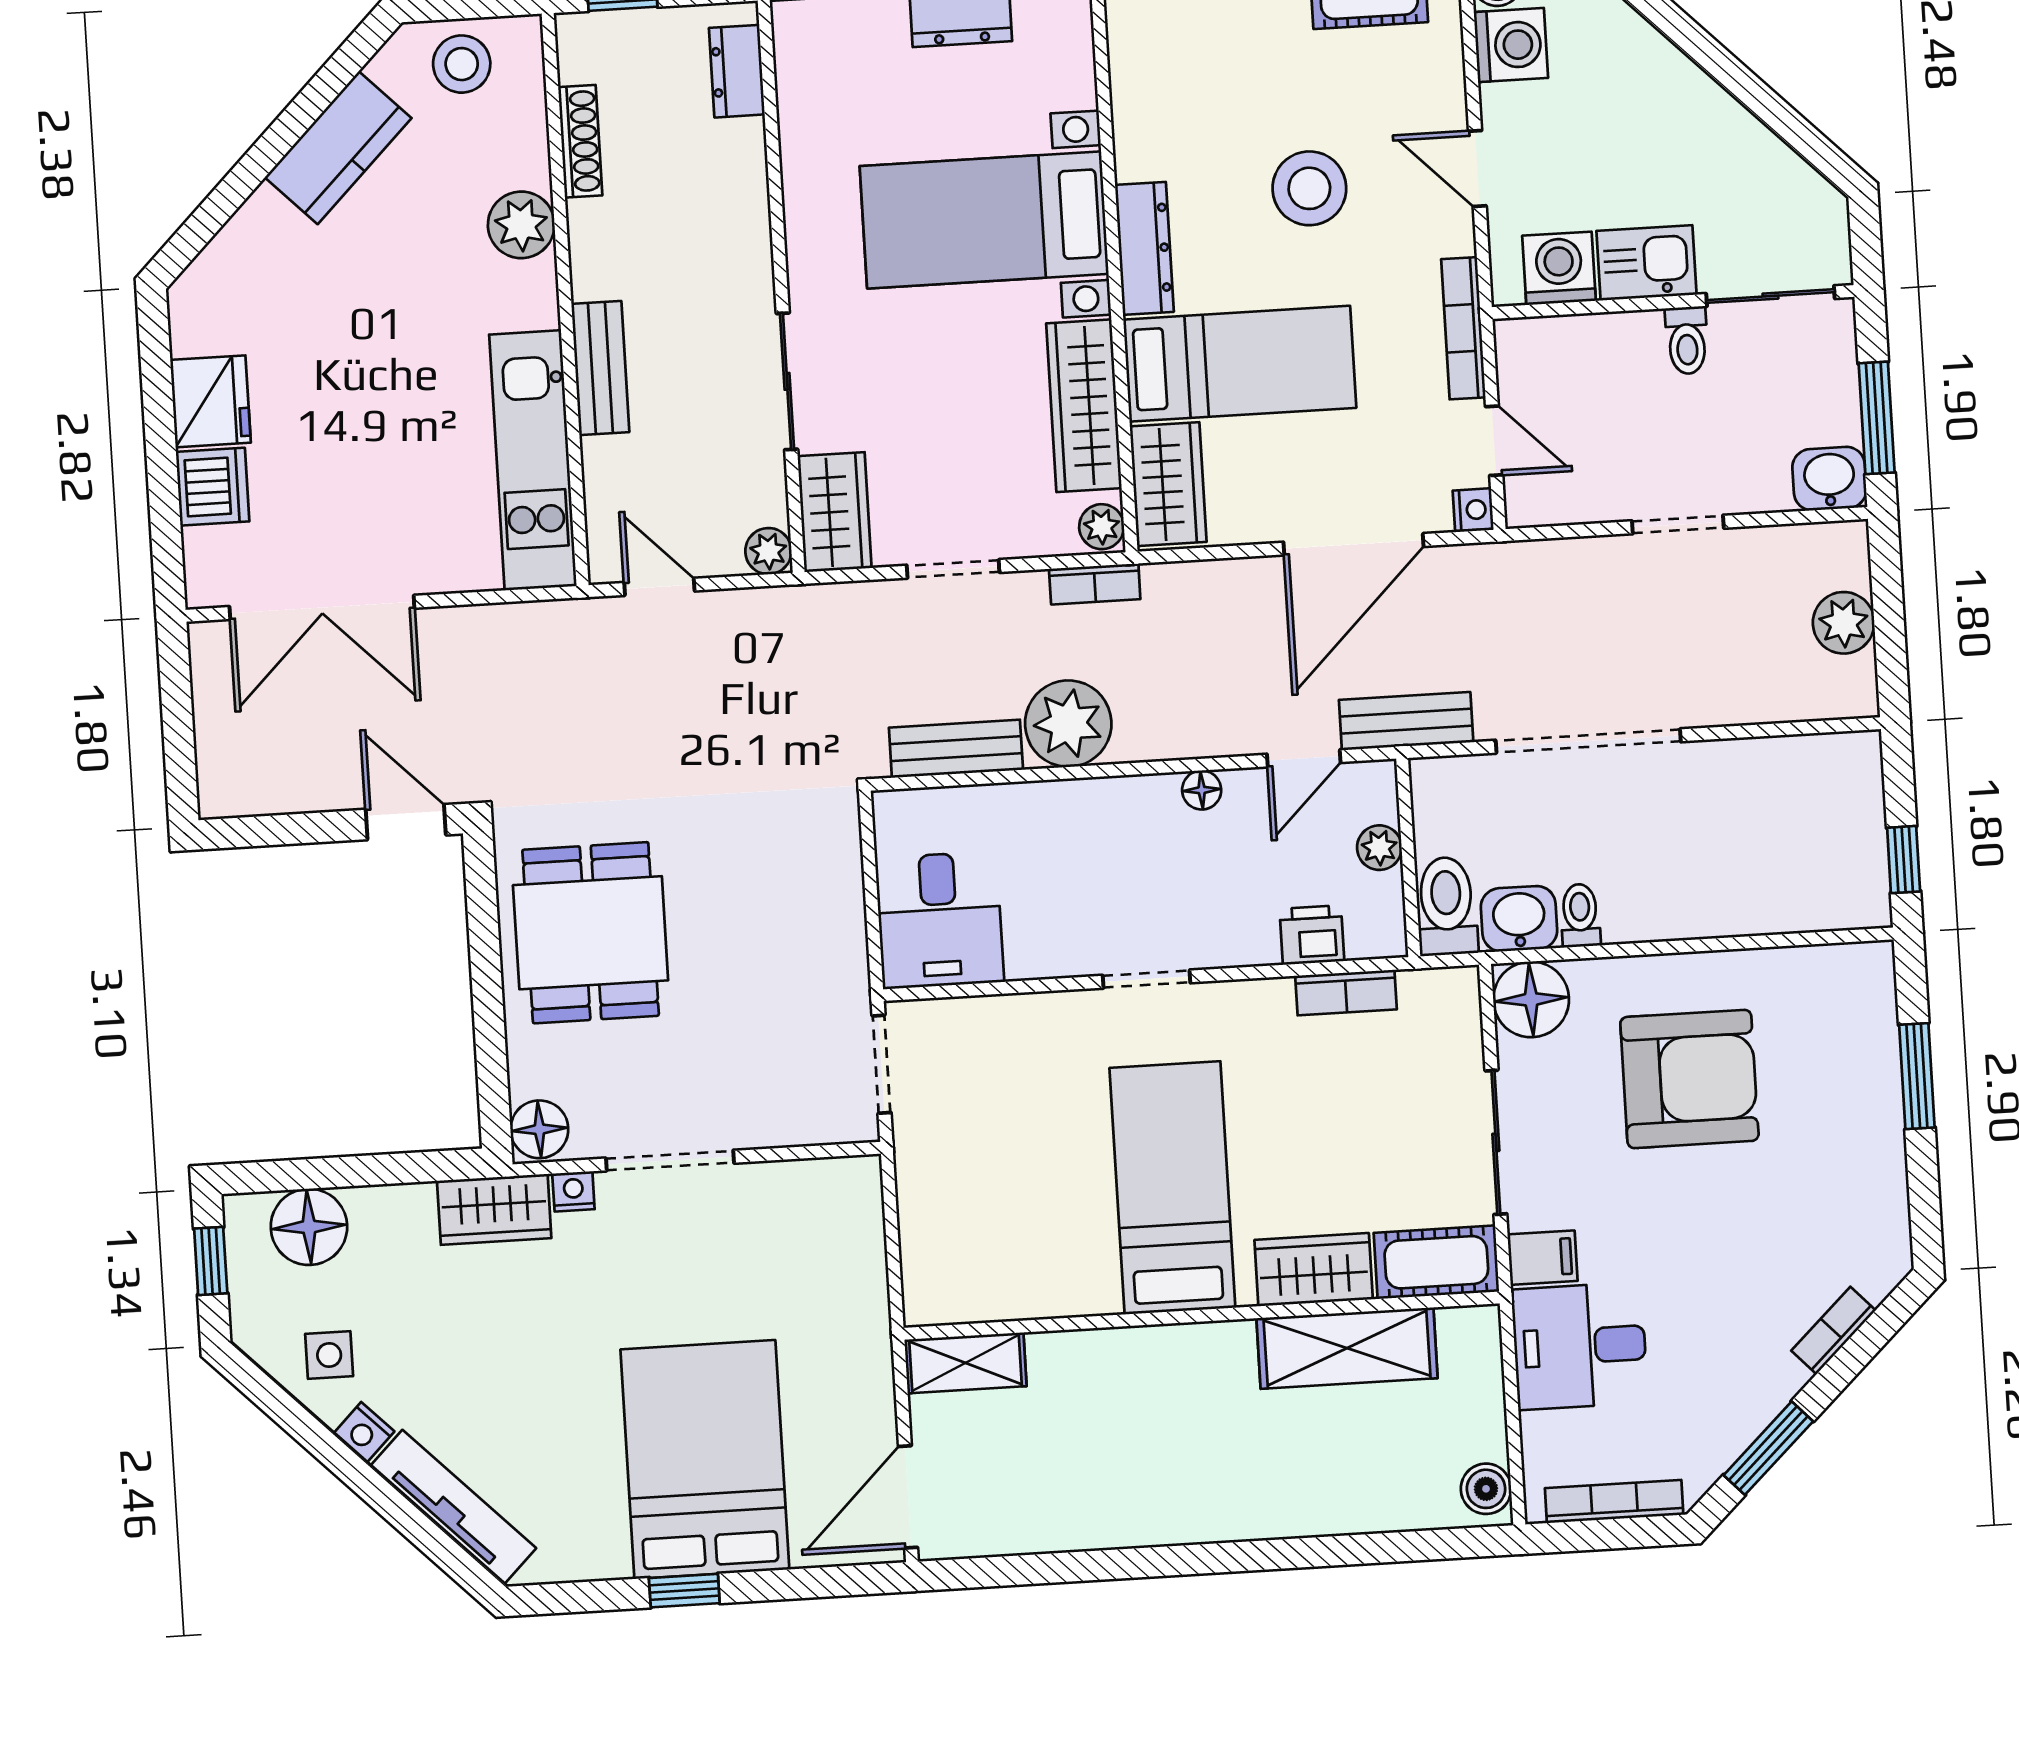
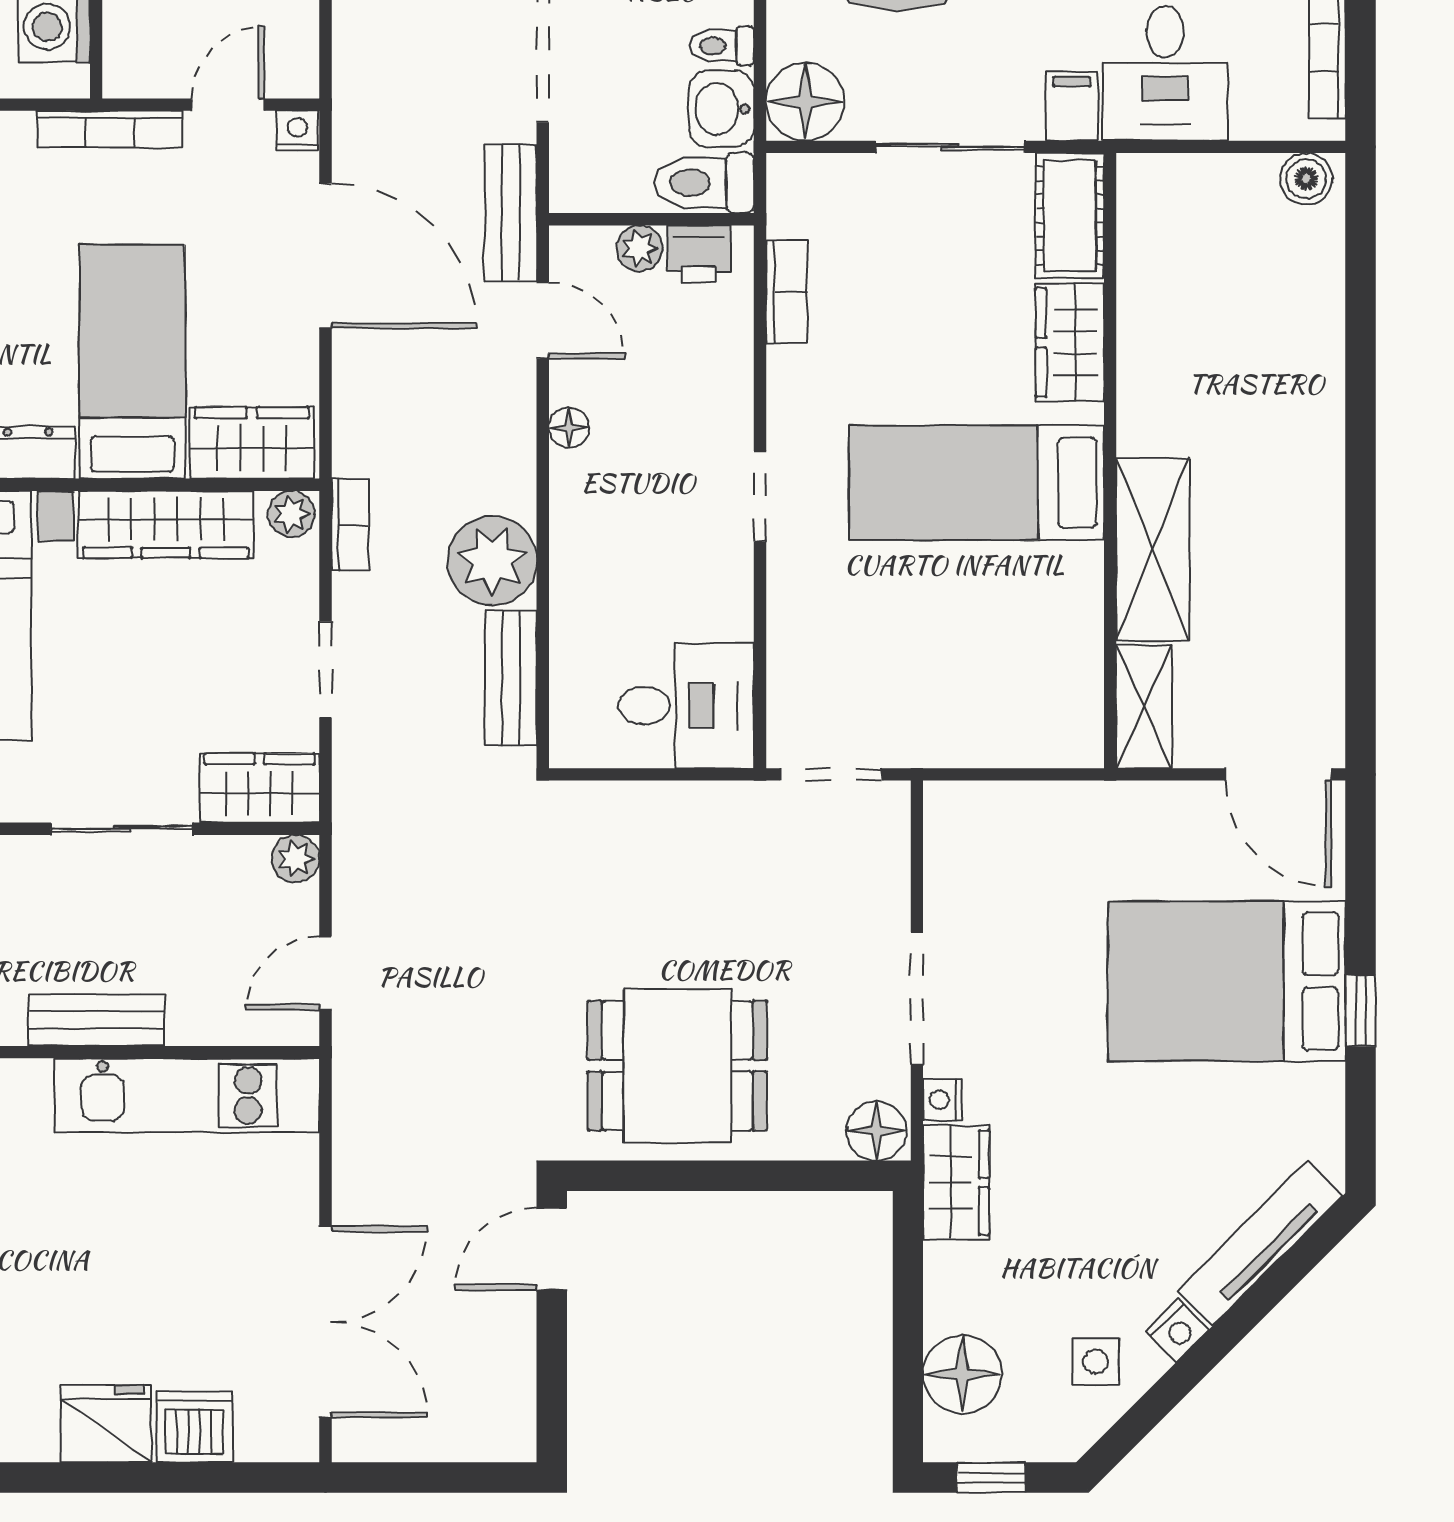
printer: (1312, 935) -> (699, 254), moved, turned -90
shelving: (1347, 1348) -> (1153, 549), moved

